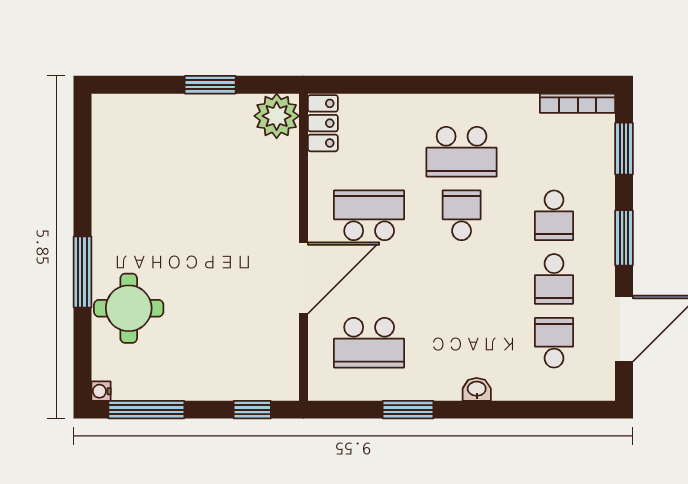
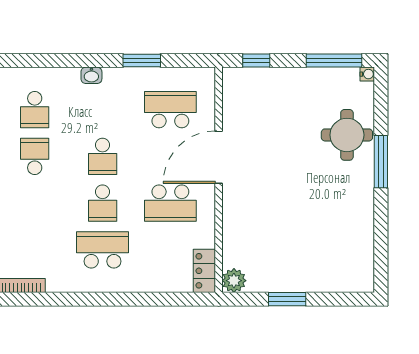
plant: (277, 116) -> (234, 281), width x0.73, depth x0.73
school desk: (554, 215) -> (103, 156), moved, turned 180

